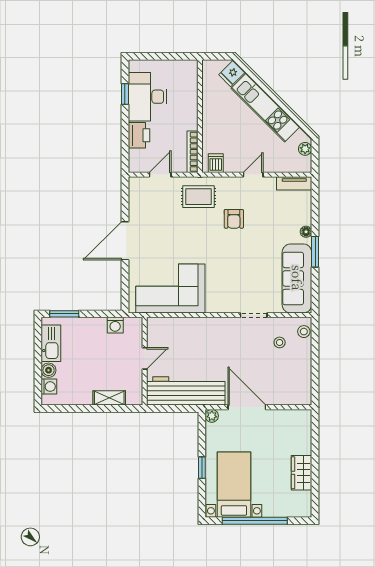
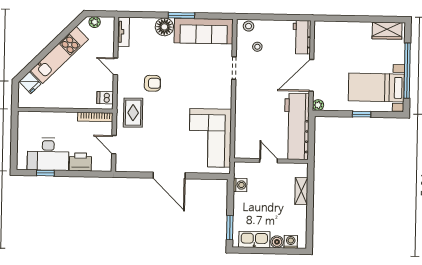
floor lamp: (306, 232) -> (164, 27), width x1.89, depth x1.89
workbench: (292, 395) -> (302, 37), added
wardrobe: (302, 473) -> (387, 31), moved

